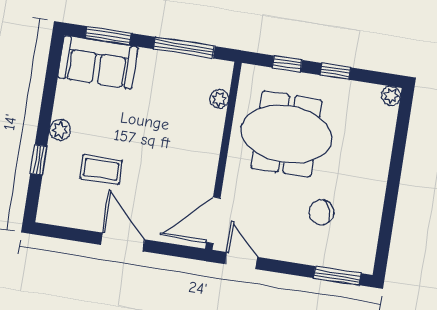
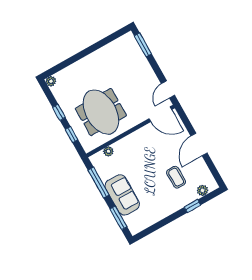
sofa: (98, 62) -> (122, 195), moved
plant: (60, 130) -> (202, 190), moved
chair: (321, 212) -> (122, 72), removed

